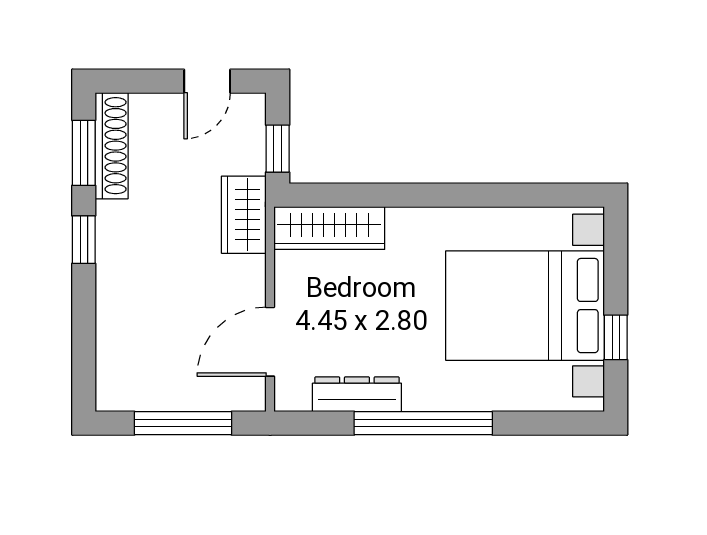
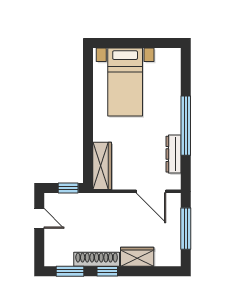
shoe rack: (112, 146) -> (97, 259), moved
wardrobe: (244, 215) -> (137, 257), moved, turned 180
bed with nightstands: (525, 306) -> (125, 82), width x0.73
window: (616, 337) -> (149, 43), removed

